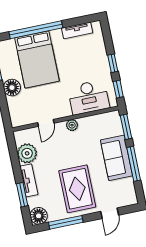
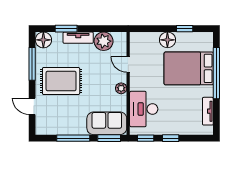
sofa: (117, 158) -> (107, 123), moved

